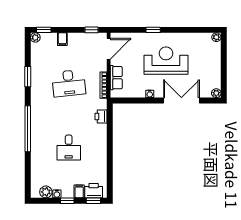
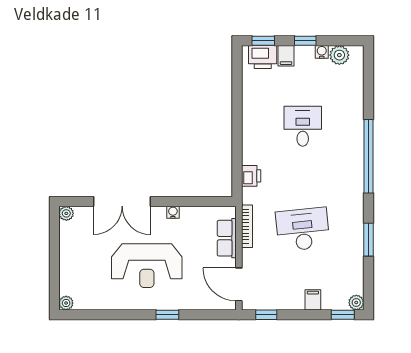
door: (109, 49) -> (239, 284), hinge flipped

